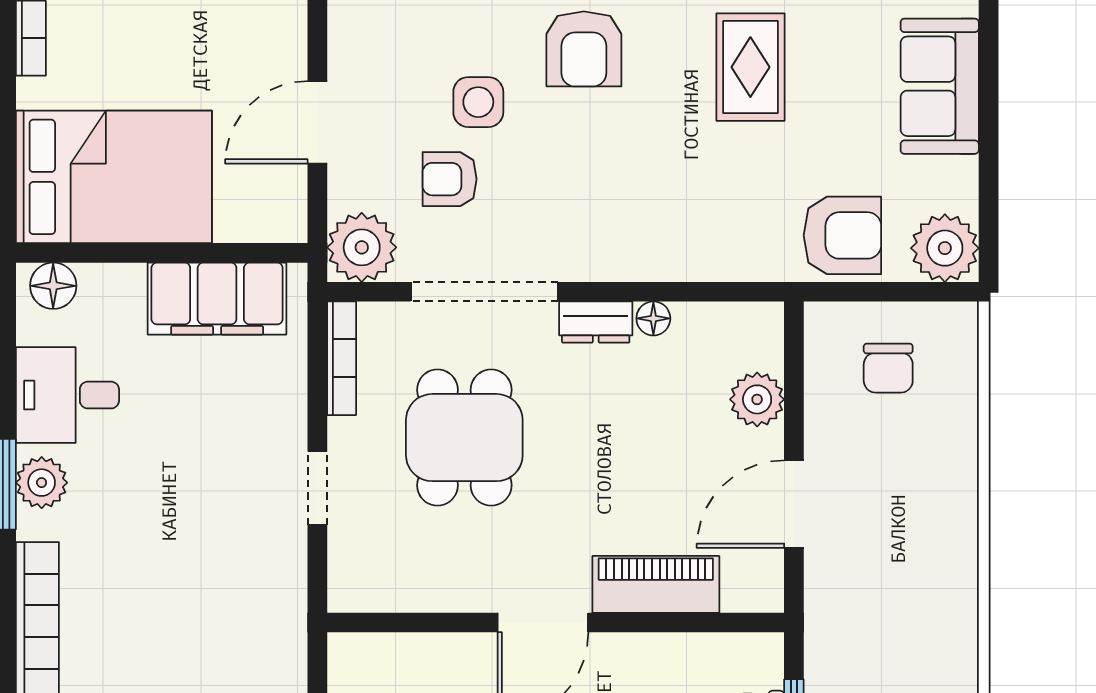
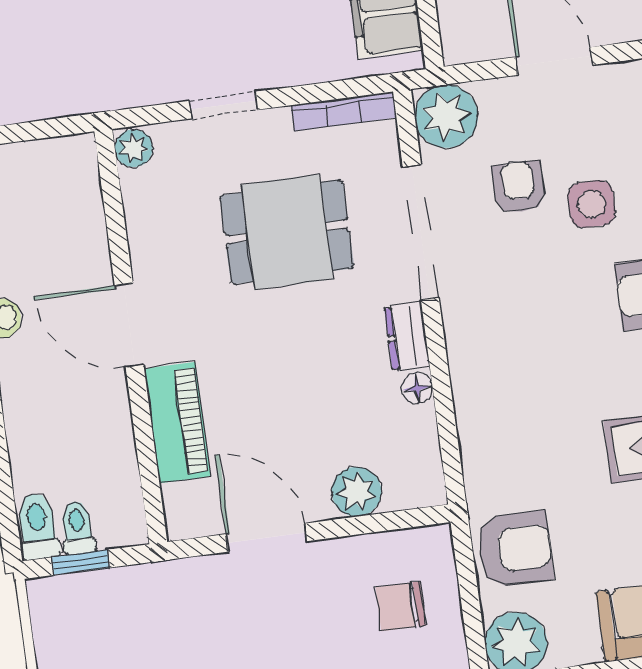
armchair: (842, 235) -> (515, 549), turned -90
plant: (351, 592) -> (134, 148), added

